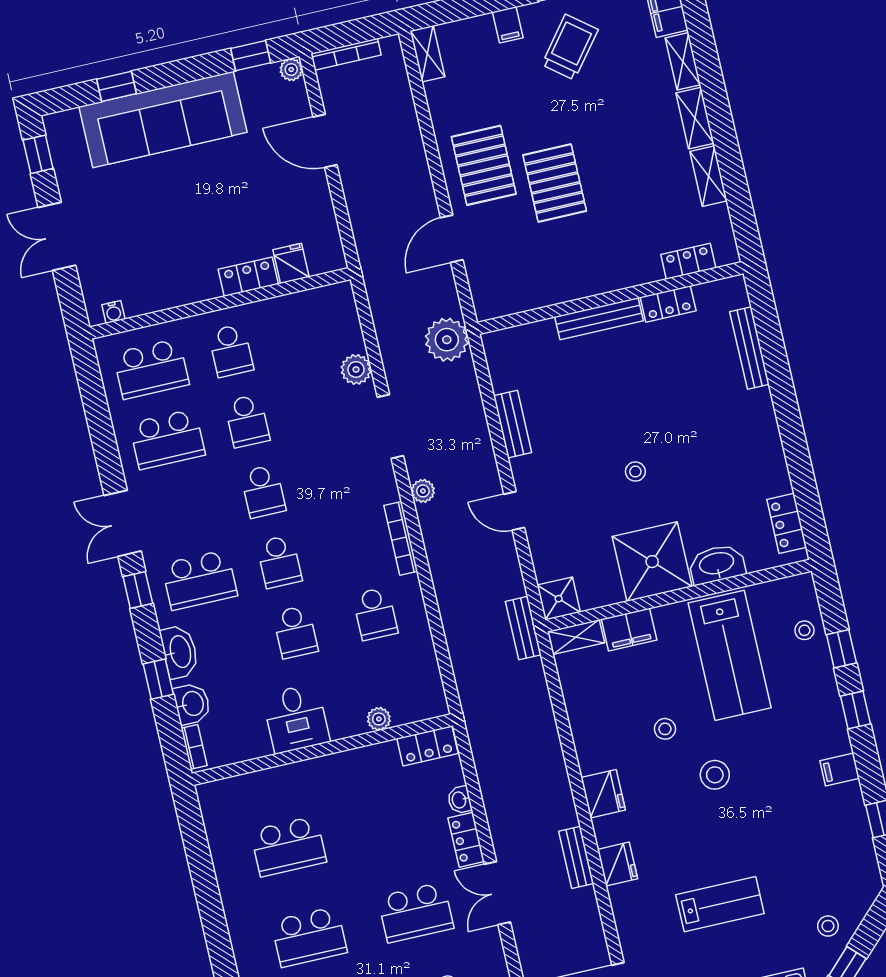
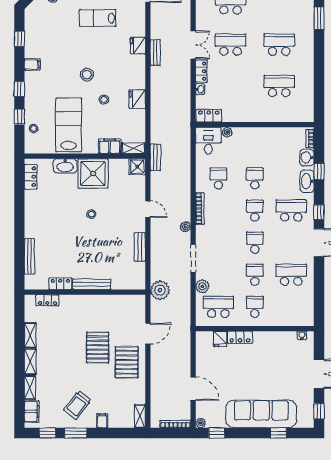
school desk: (151, 369) -> (218, 307), moved
desk: (296, 718) -> (208, 141), moved
fridge: (603, 794) -> (137, 99), moved

